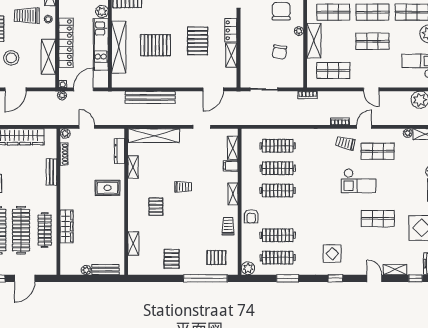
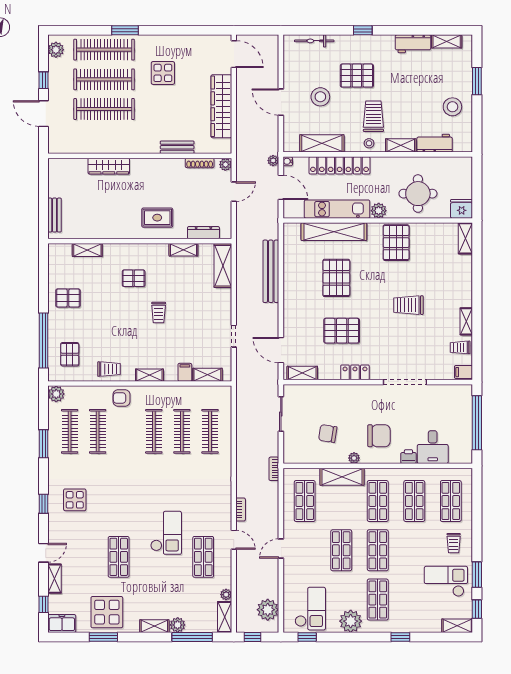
shelving: (231, 55) -> (302, 373), moved
shelving: (154, 136) -> (223, 266), width x0.68
trolley: (345, 143) -> (213, 516), removed
checkout: (359, 181) -> (166, 533), turned 180
rug: (107, 188) -> (157, 218), turned 90
clothes rail: (45, 230) -> (104, 139), removed
plant: (86, 270) -> (54, 191), removed

